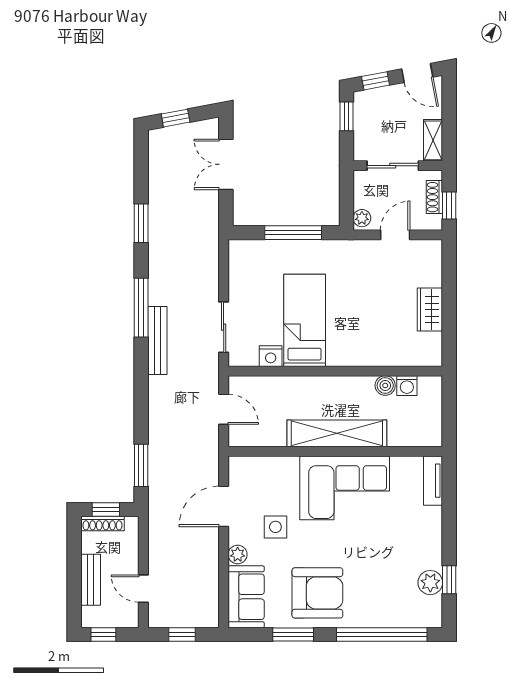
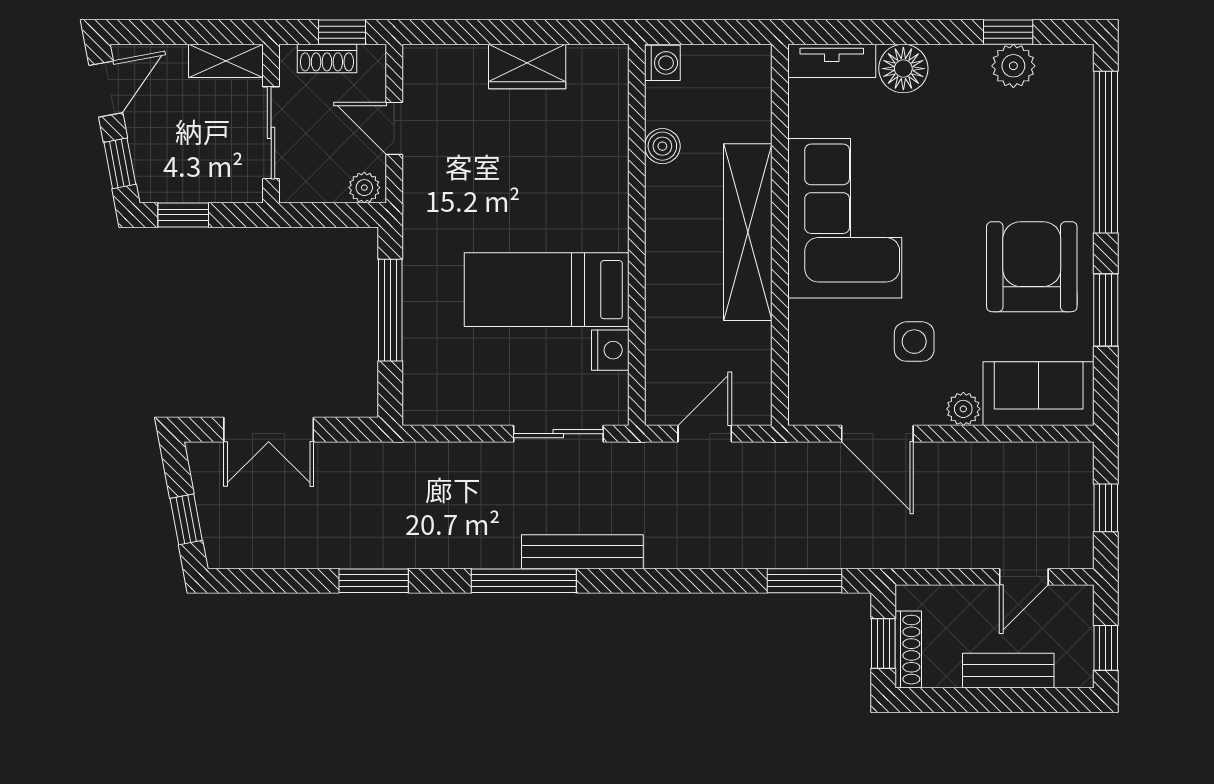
washing machine: (407, 386) -> (662, 63), moved
floor lamp: (429, 521) -> (903, 69), added

